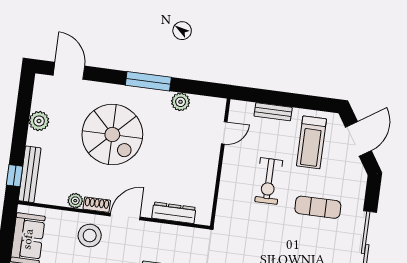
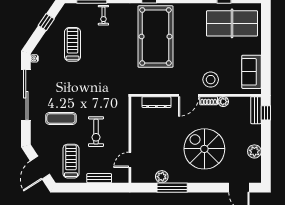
window: (148, 81) -> (172, 188), moved
bench: (30, 174) -> (256, 110), width x0.73
exercise bike: (269, 181) -> (96, 132), turned 180

